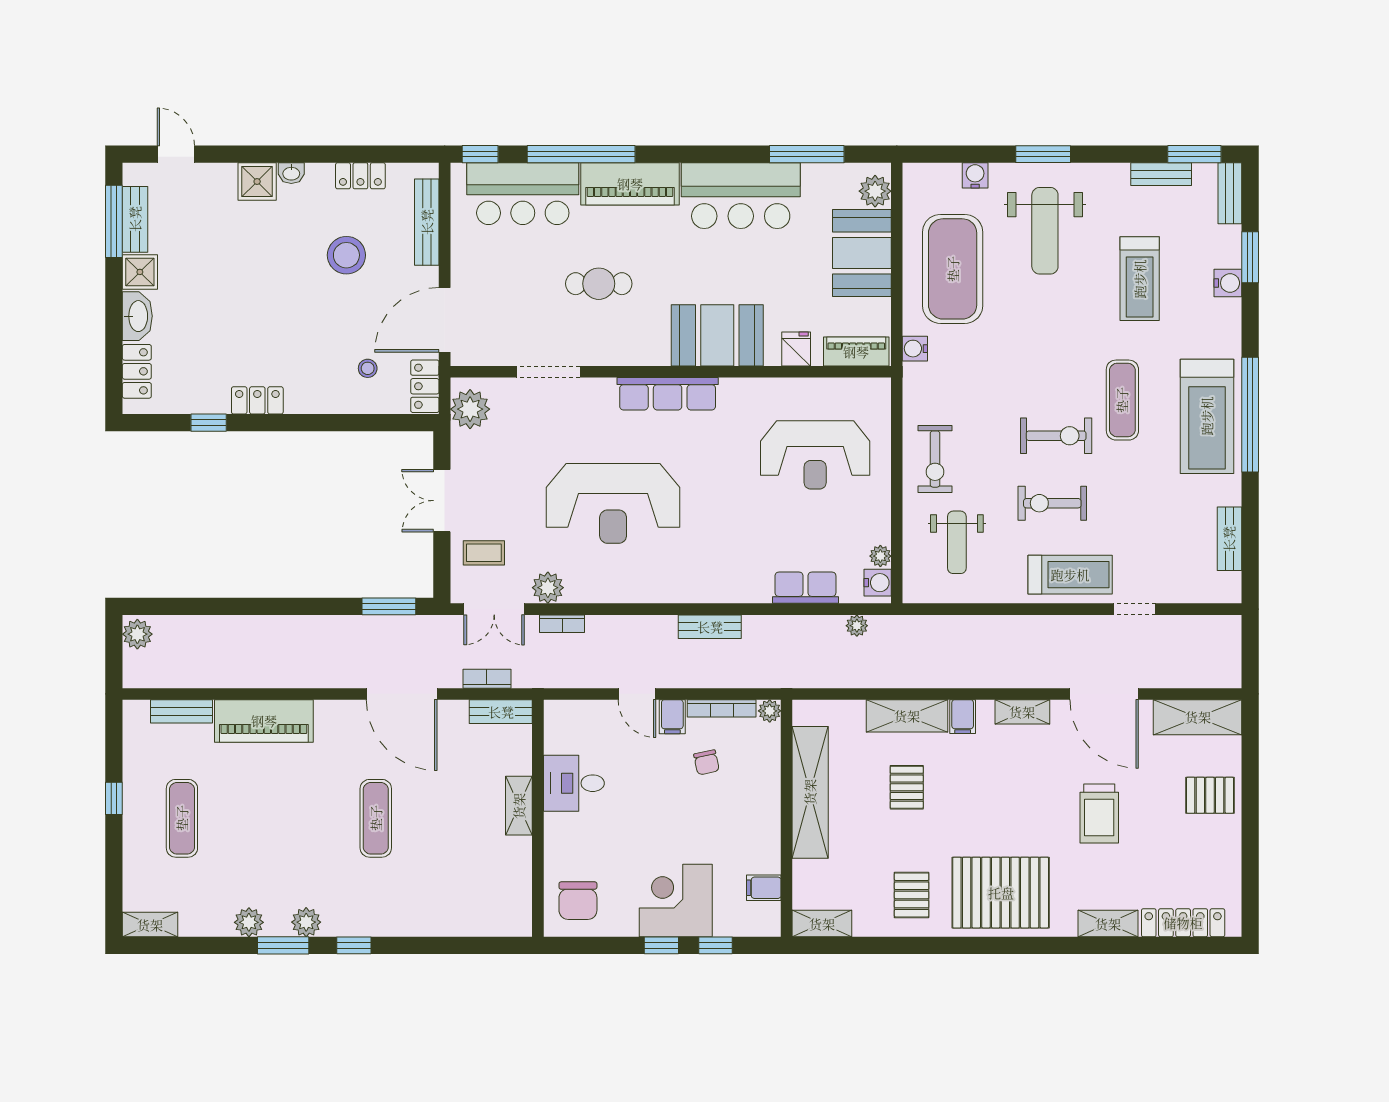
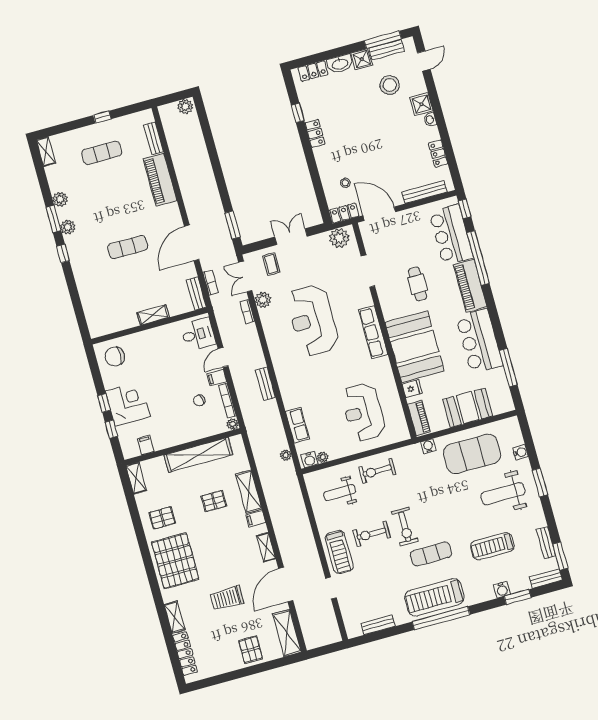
plant: (875, 191) -> (499, 406), removed
stool: (346, 255) -> (390, 85), moved
booth: (717, 335) -> (415, 347), width x1.36, depth x1.42
exercise bike: (1052, 503) -> (371, 534), turned -90
desk: (574, 783) -> (198, 334), moved, turned 90

